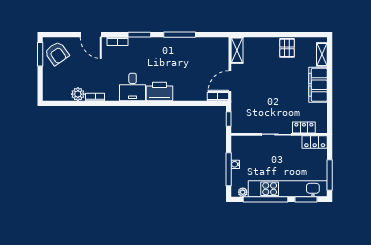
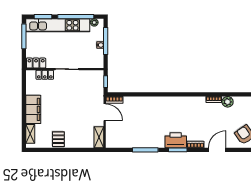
door: (91, 35) -> (217, 150), hinge flipped
door: (230, 81) -> (105, 112), hinge flipped
desk: (133, 87) -> (183, 108), removed
printer: (159, 91) -> (176, 140), moved, turned 180

